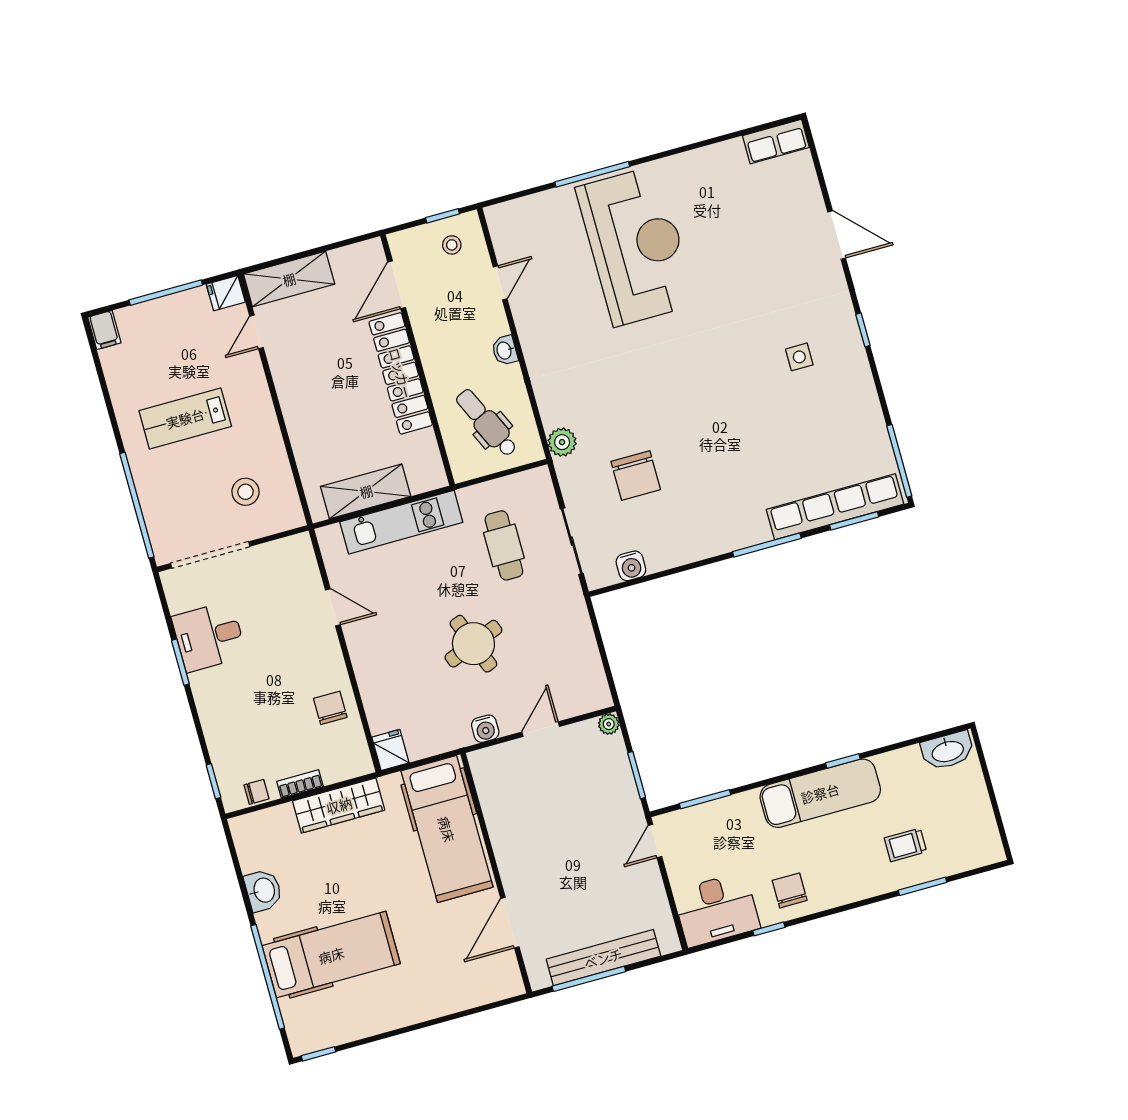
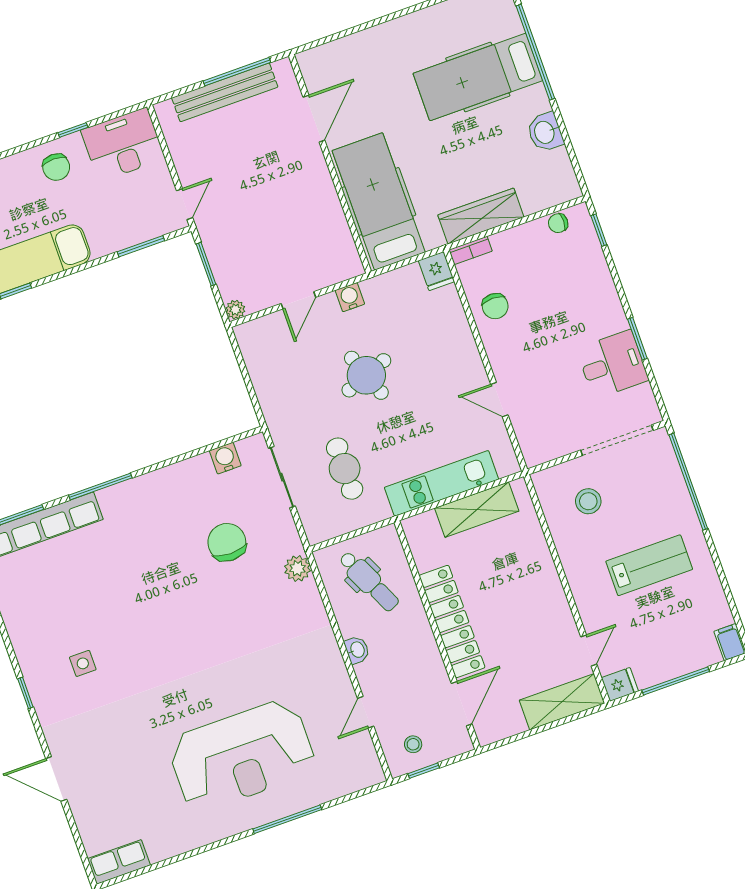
reception desk: (636, 246) -> (242, 756), turned -90
bookcase: (300, 784) -> (471, 250), moved

